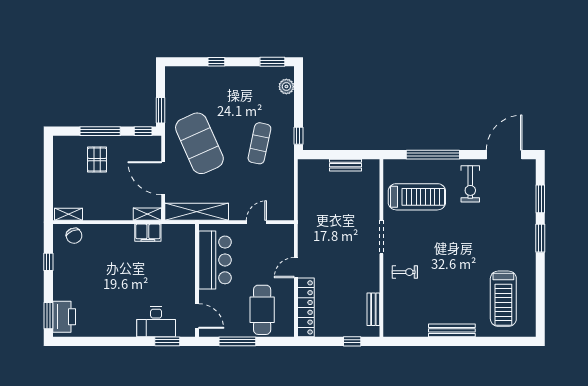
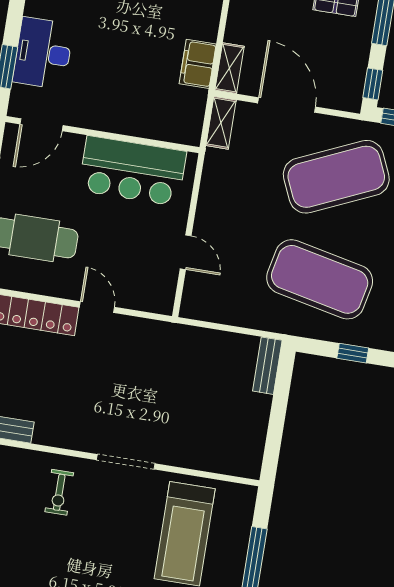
window: (298, 136) -> (353, 353), moved
exercise mat: (259, 143) -> (320, 279), width x2.00, depth x1.45
bench: (346, 165) -> (267, 366), moved
door: (163, 178) -> (287, 105), hinge flipped
shelving: (197, 212) -> (221, 123), width x0.45, depth x0.75

